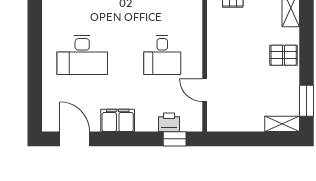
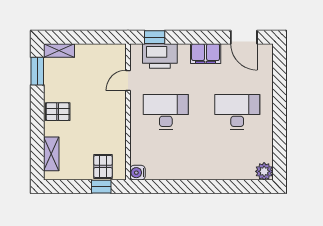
desk: (162, 55) -> (166, 112), width x1.37
door: (205, 90) -> (128, 80), swing flipped
printer: (169, 122) -> (160, 56), width x1.87, depth x1.48

